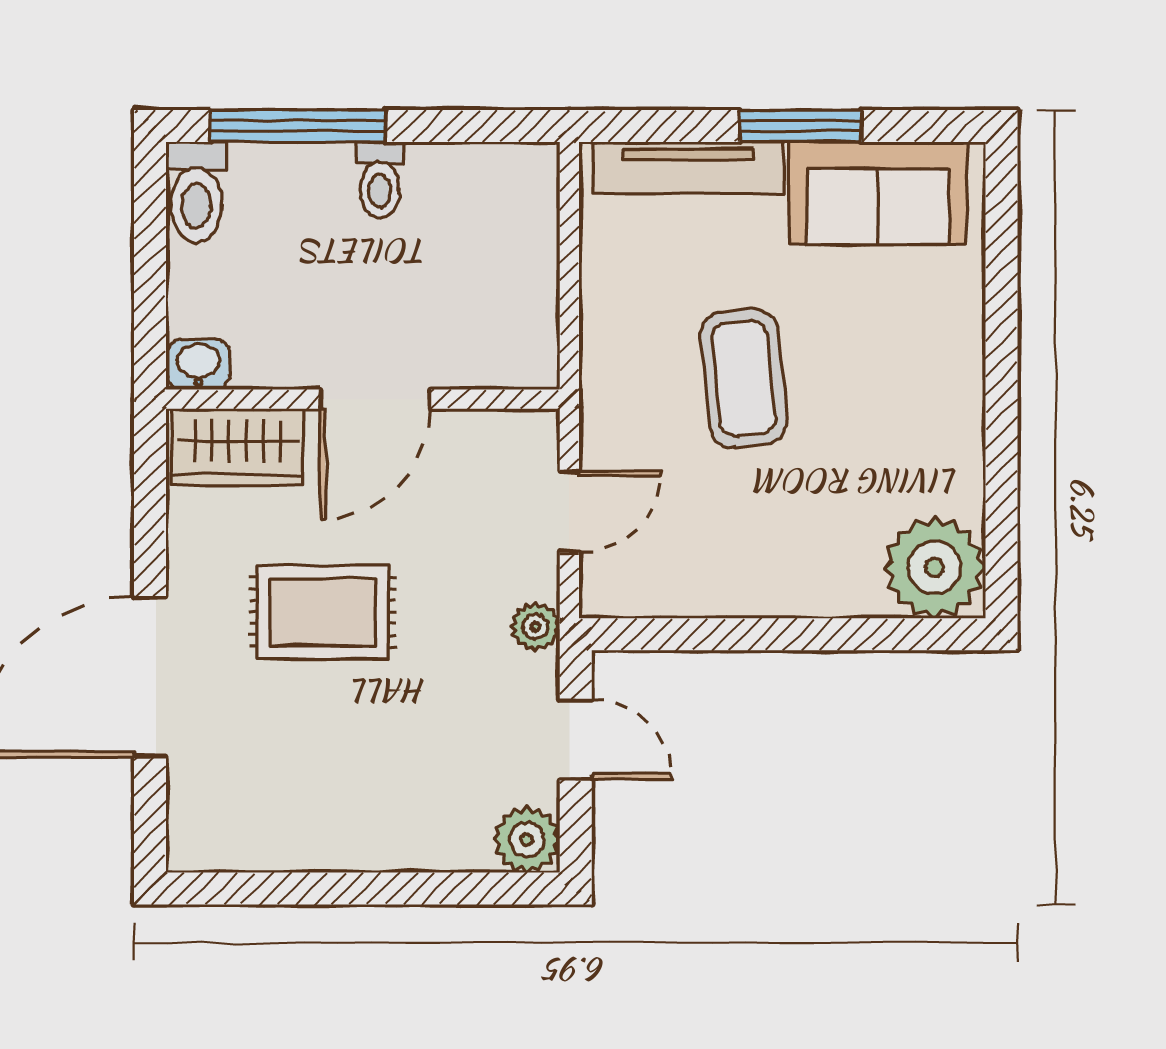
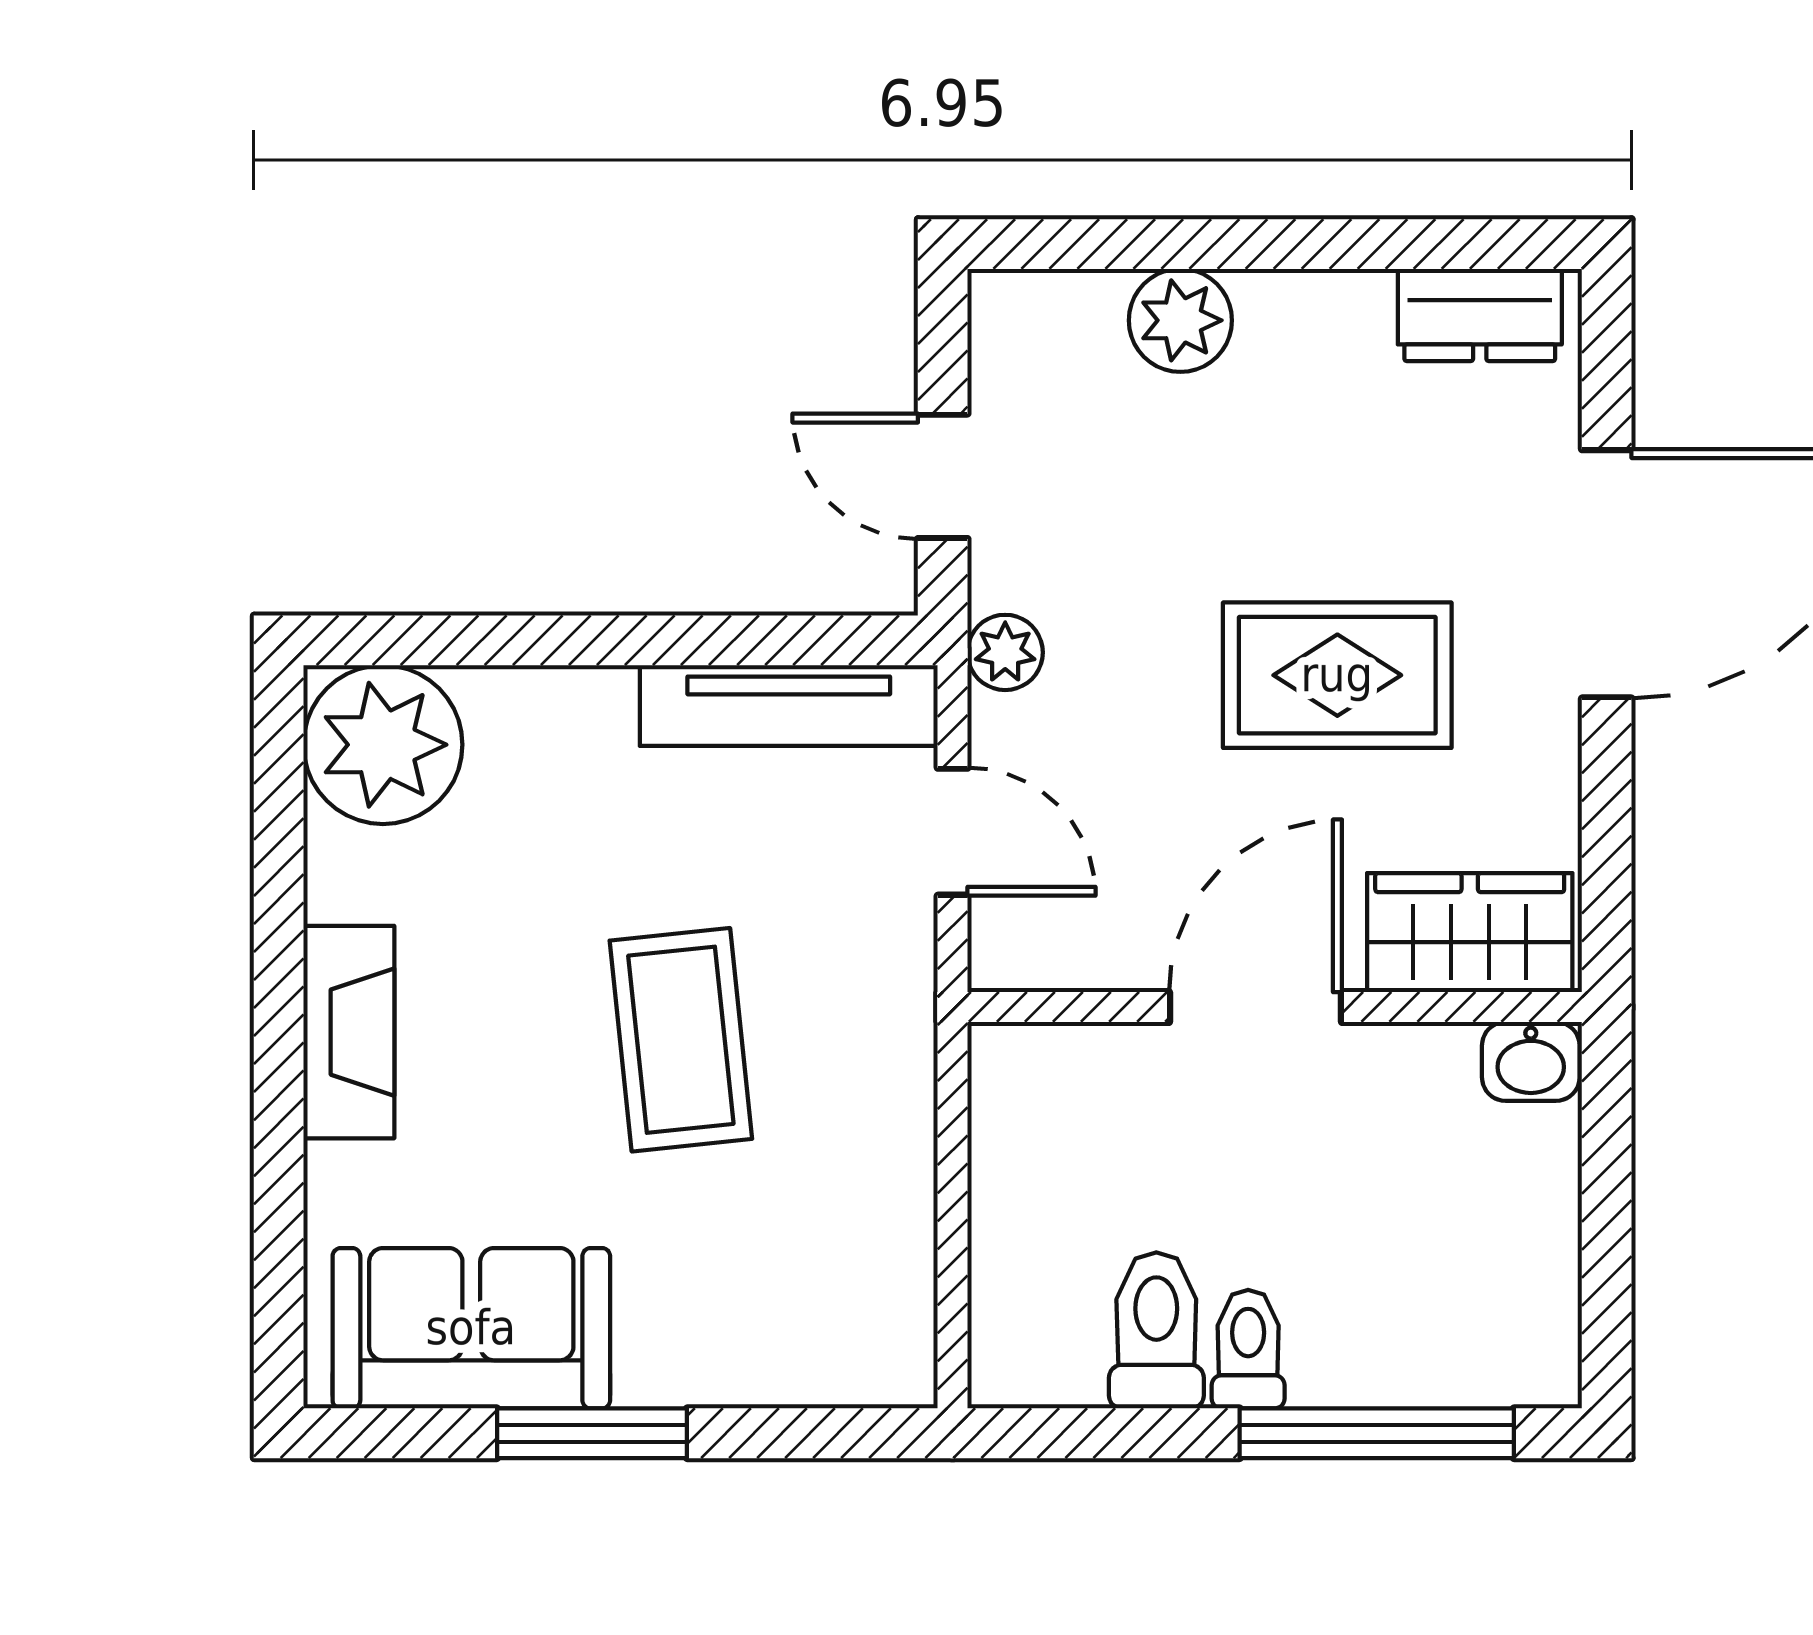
tv unit: (688, 168) -> (789, 706), moved, turned 180
toilet: (196, 192) -> (1156, 1330), moved
fireplace: (956, 383) -> (349, 1032), added
door: (569, 512) -> (953, 832), swing flipped
plant: (527, 840) -> (1180, 320), moved
dresser: (231, 843) -> (1480, 315), added

